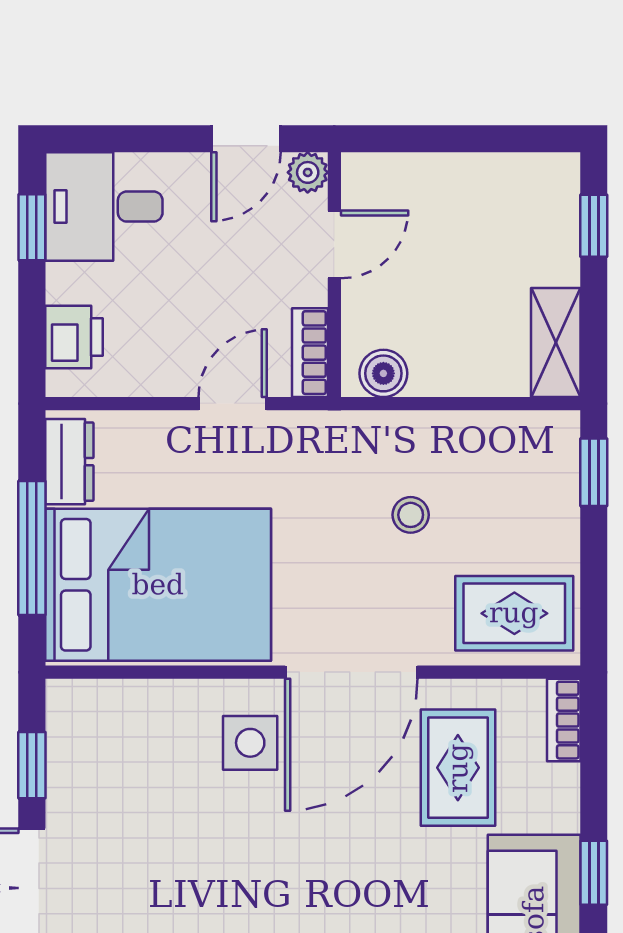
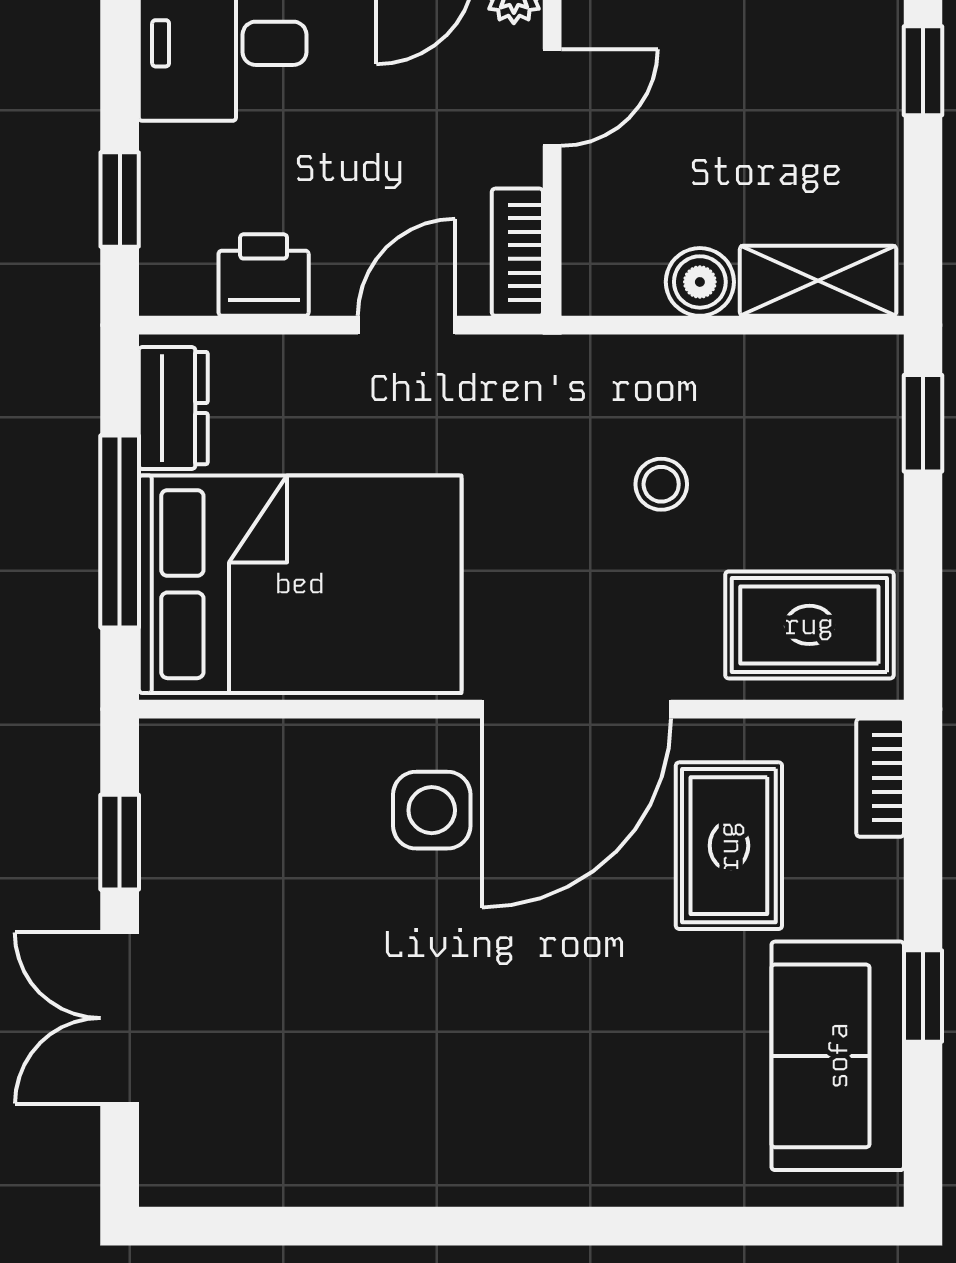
window: (32, 227) -> (120, 200), moved
printer: (74, 337) -> (264, 275), moved, turned -90
shelving: (556, 343) -> (818, 281), moved, turned 90
boiler: (383, 373) -> (700, 282), moved

